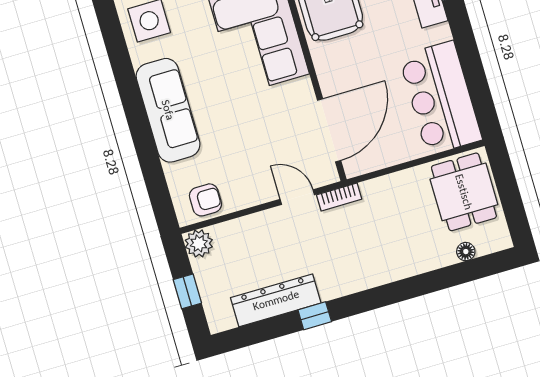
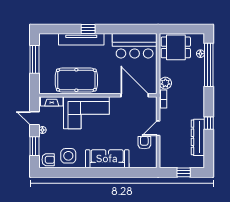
door: (297, 197) -> (158, 128), moved
armchair: (205, 200) -> (144, 143), moved
plant: (199, 243) -> (165, 83), moved
window: (446, 278) -> (209, 65), added

